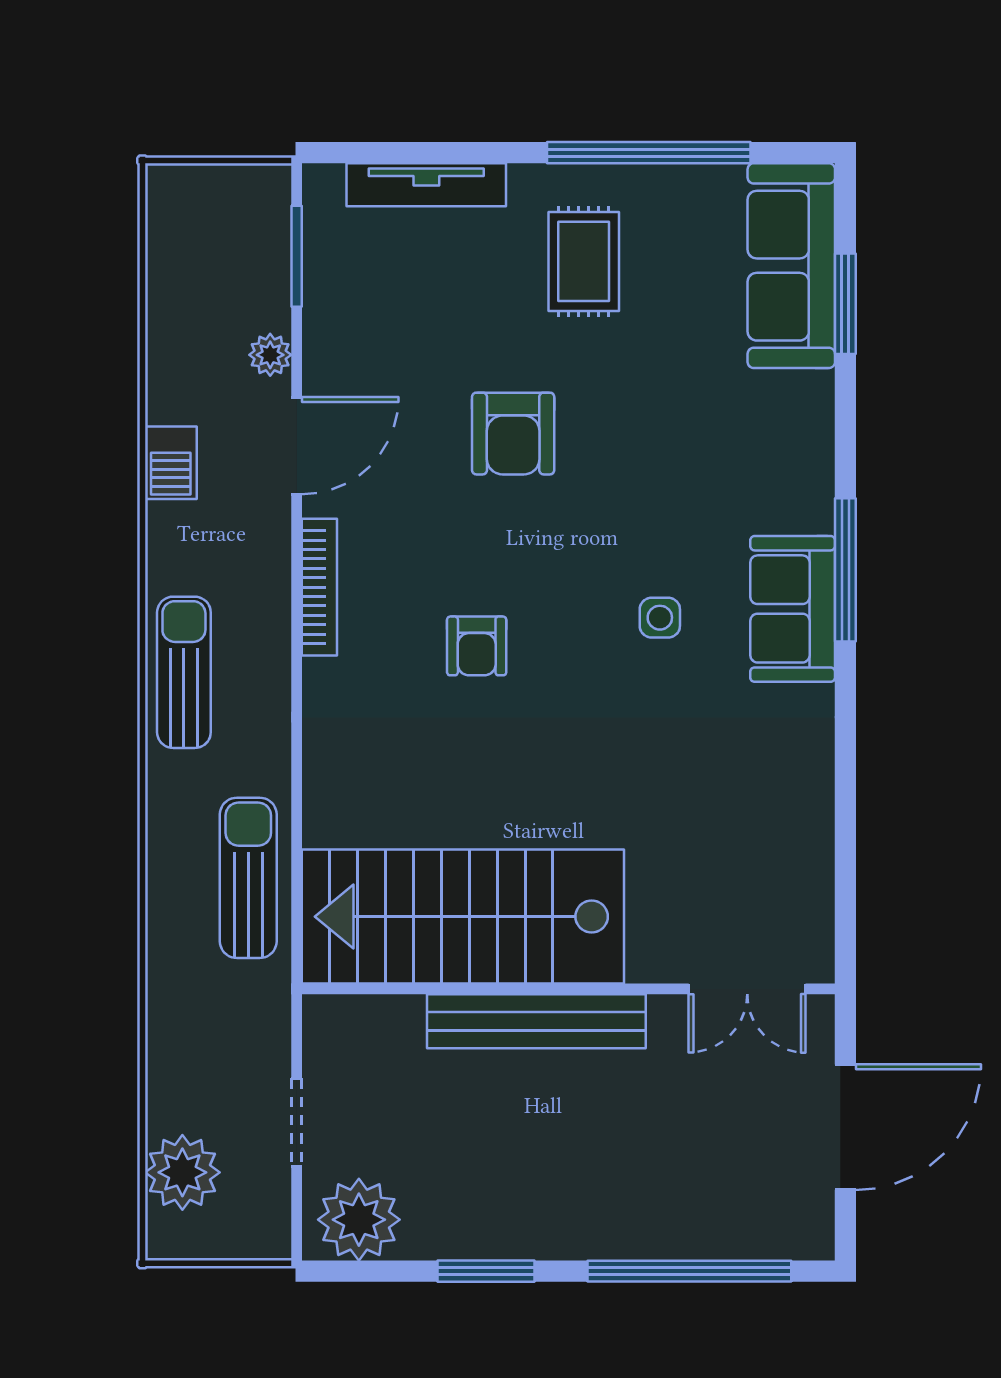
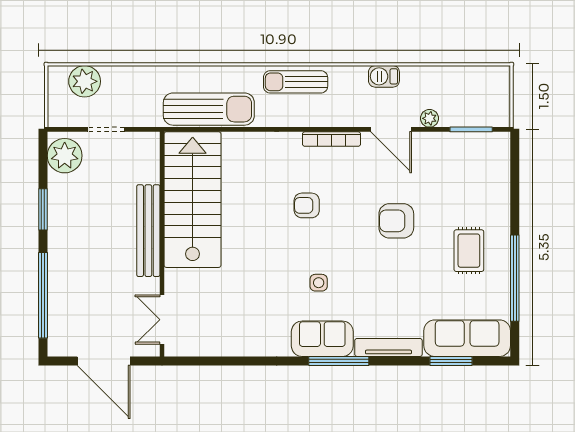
tv unit: (426, 185) -> (388, 347), moved, turned 90
rug: (584, 261) -> (469, 251), turned 90
sun lounger: (184, 672) -> (296, 82), turned 180
sun lounger: (248, 878) -> (209, 109), width x1.36, depth x1.34

